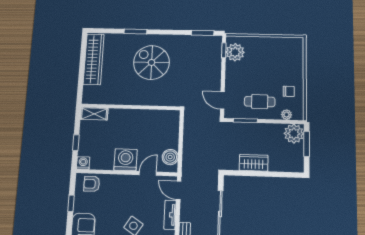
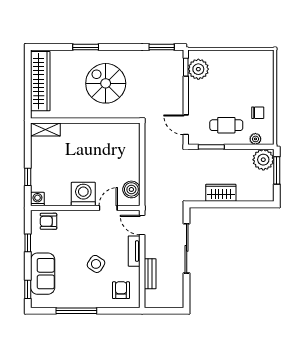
wall: (131, 107) -> (85, 121), moved
shelving: (94, 114) -> (45, 129), moved

